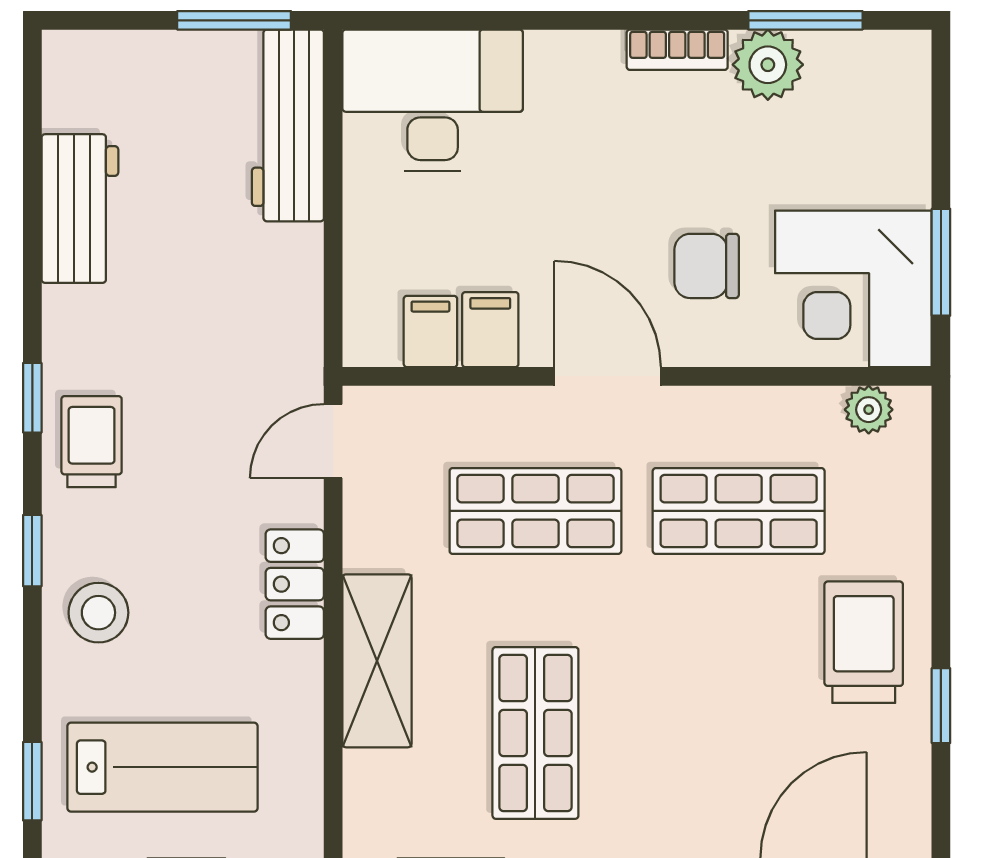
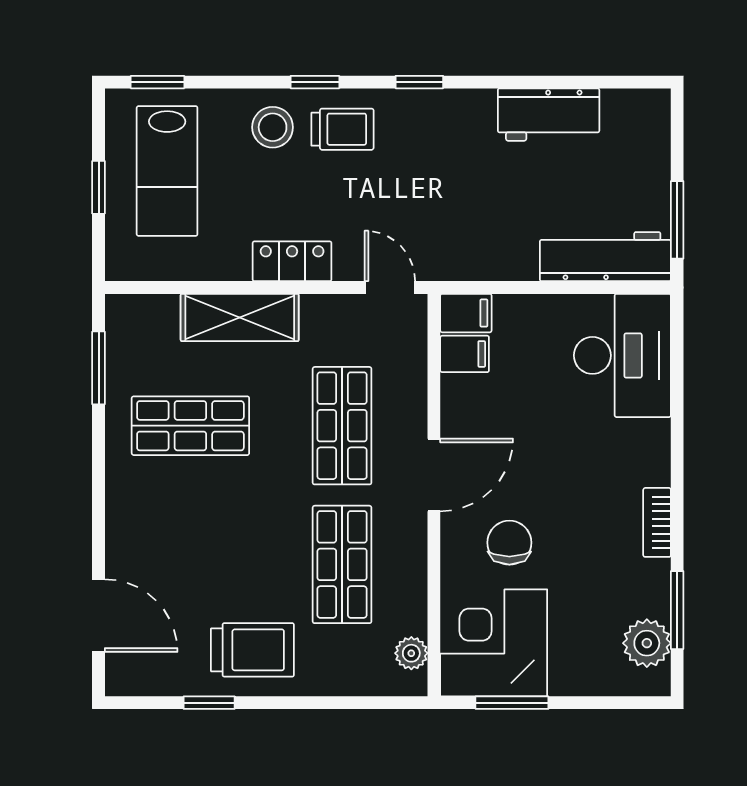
plant: (768, 65) -> (647, 643), moved
filing cabinet: (490, 330) -> (466, 313), moved
trolley: (92, 442) -> (342, 129), moved

